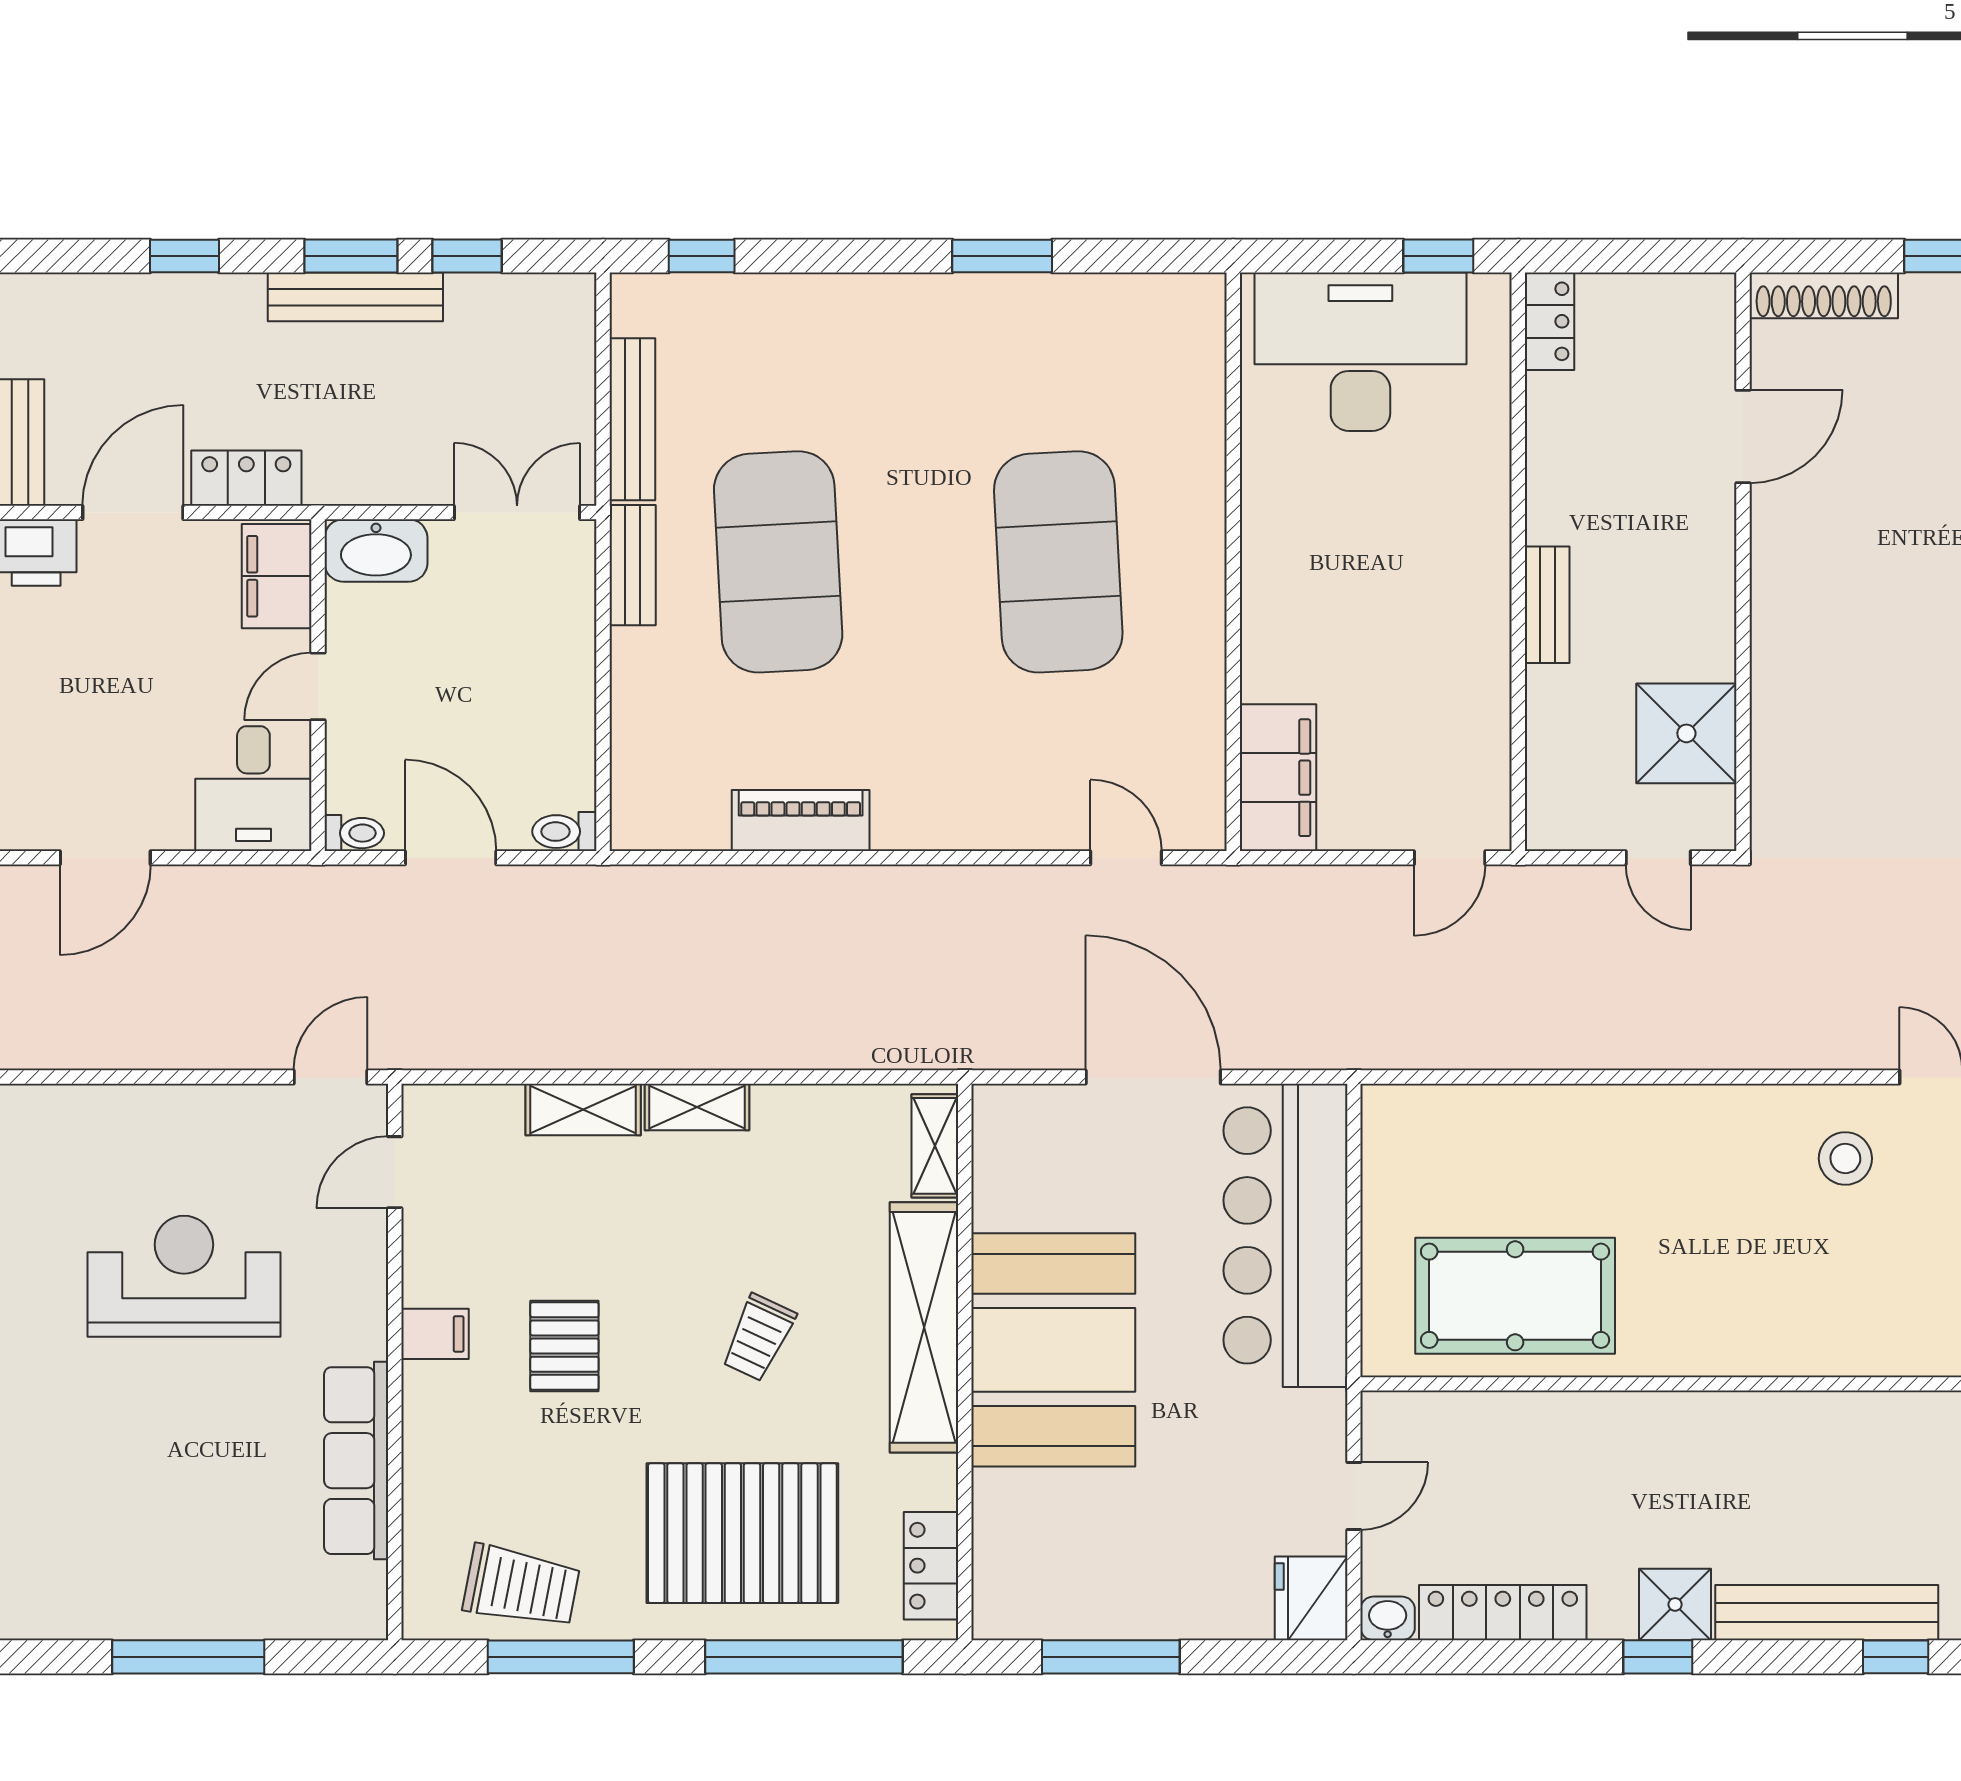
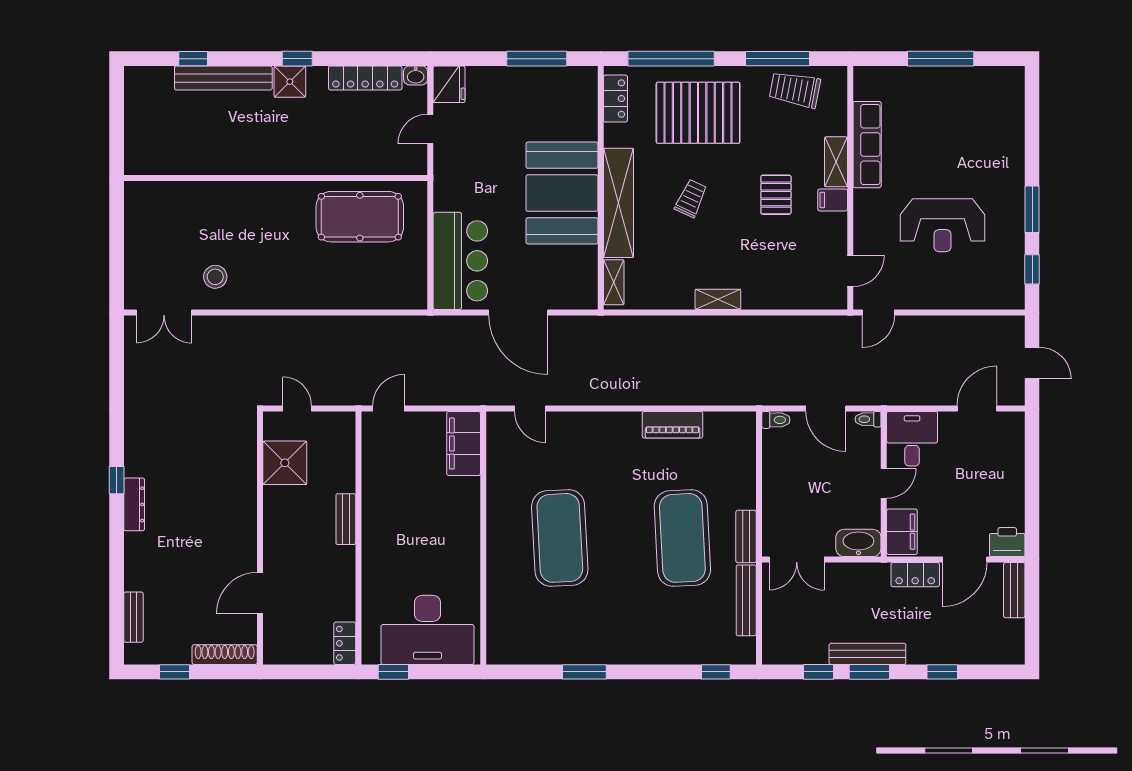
shelving: (583, 1109) -> (836, 162), moved, turned 90
bar counter: (1285, 1235) -> (460, 261), width x0.73

